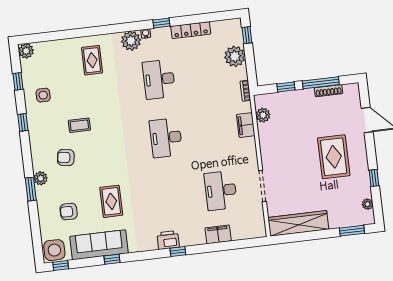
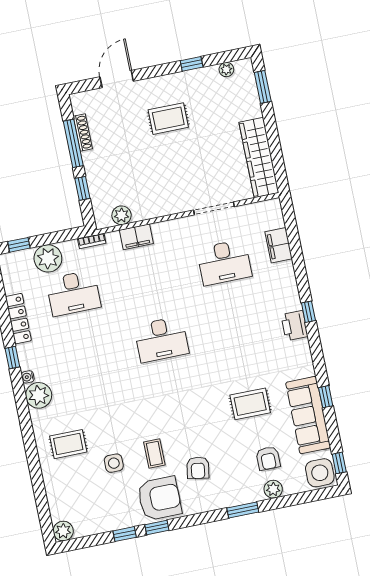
desk: (159, 79) -> (73, 293), moved
window: (18, 81) -> (125, 534), moved
side table: (43, 95) -> (114, 463), moved
armchair: (45, 126) -> (159, 498), added
rug: (334, 157) -> (168, 119), width x0.73, depth x0.70
plant: (41, 178) -> (273, 489), moved
filing cabinet: (218, 234) -> (279, 245), moved

